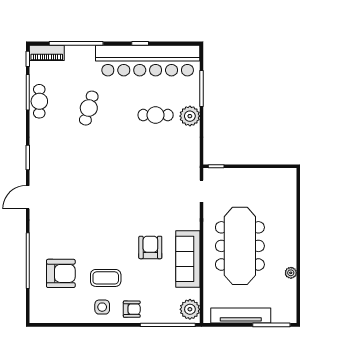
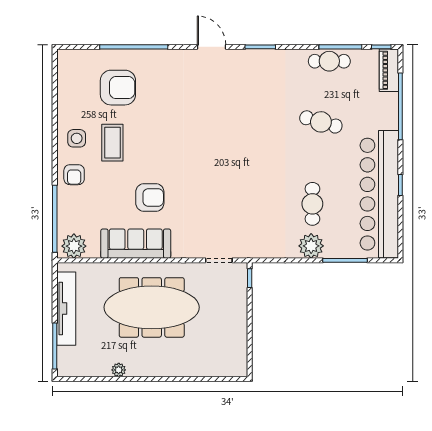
armchair: (61, 273) -> (118, 88), turned -90

